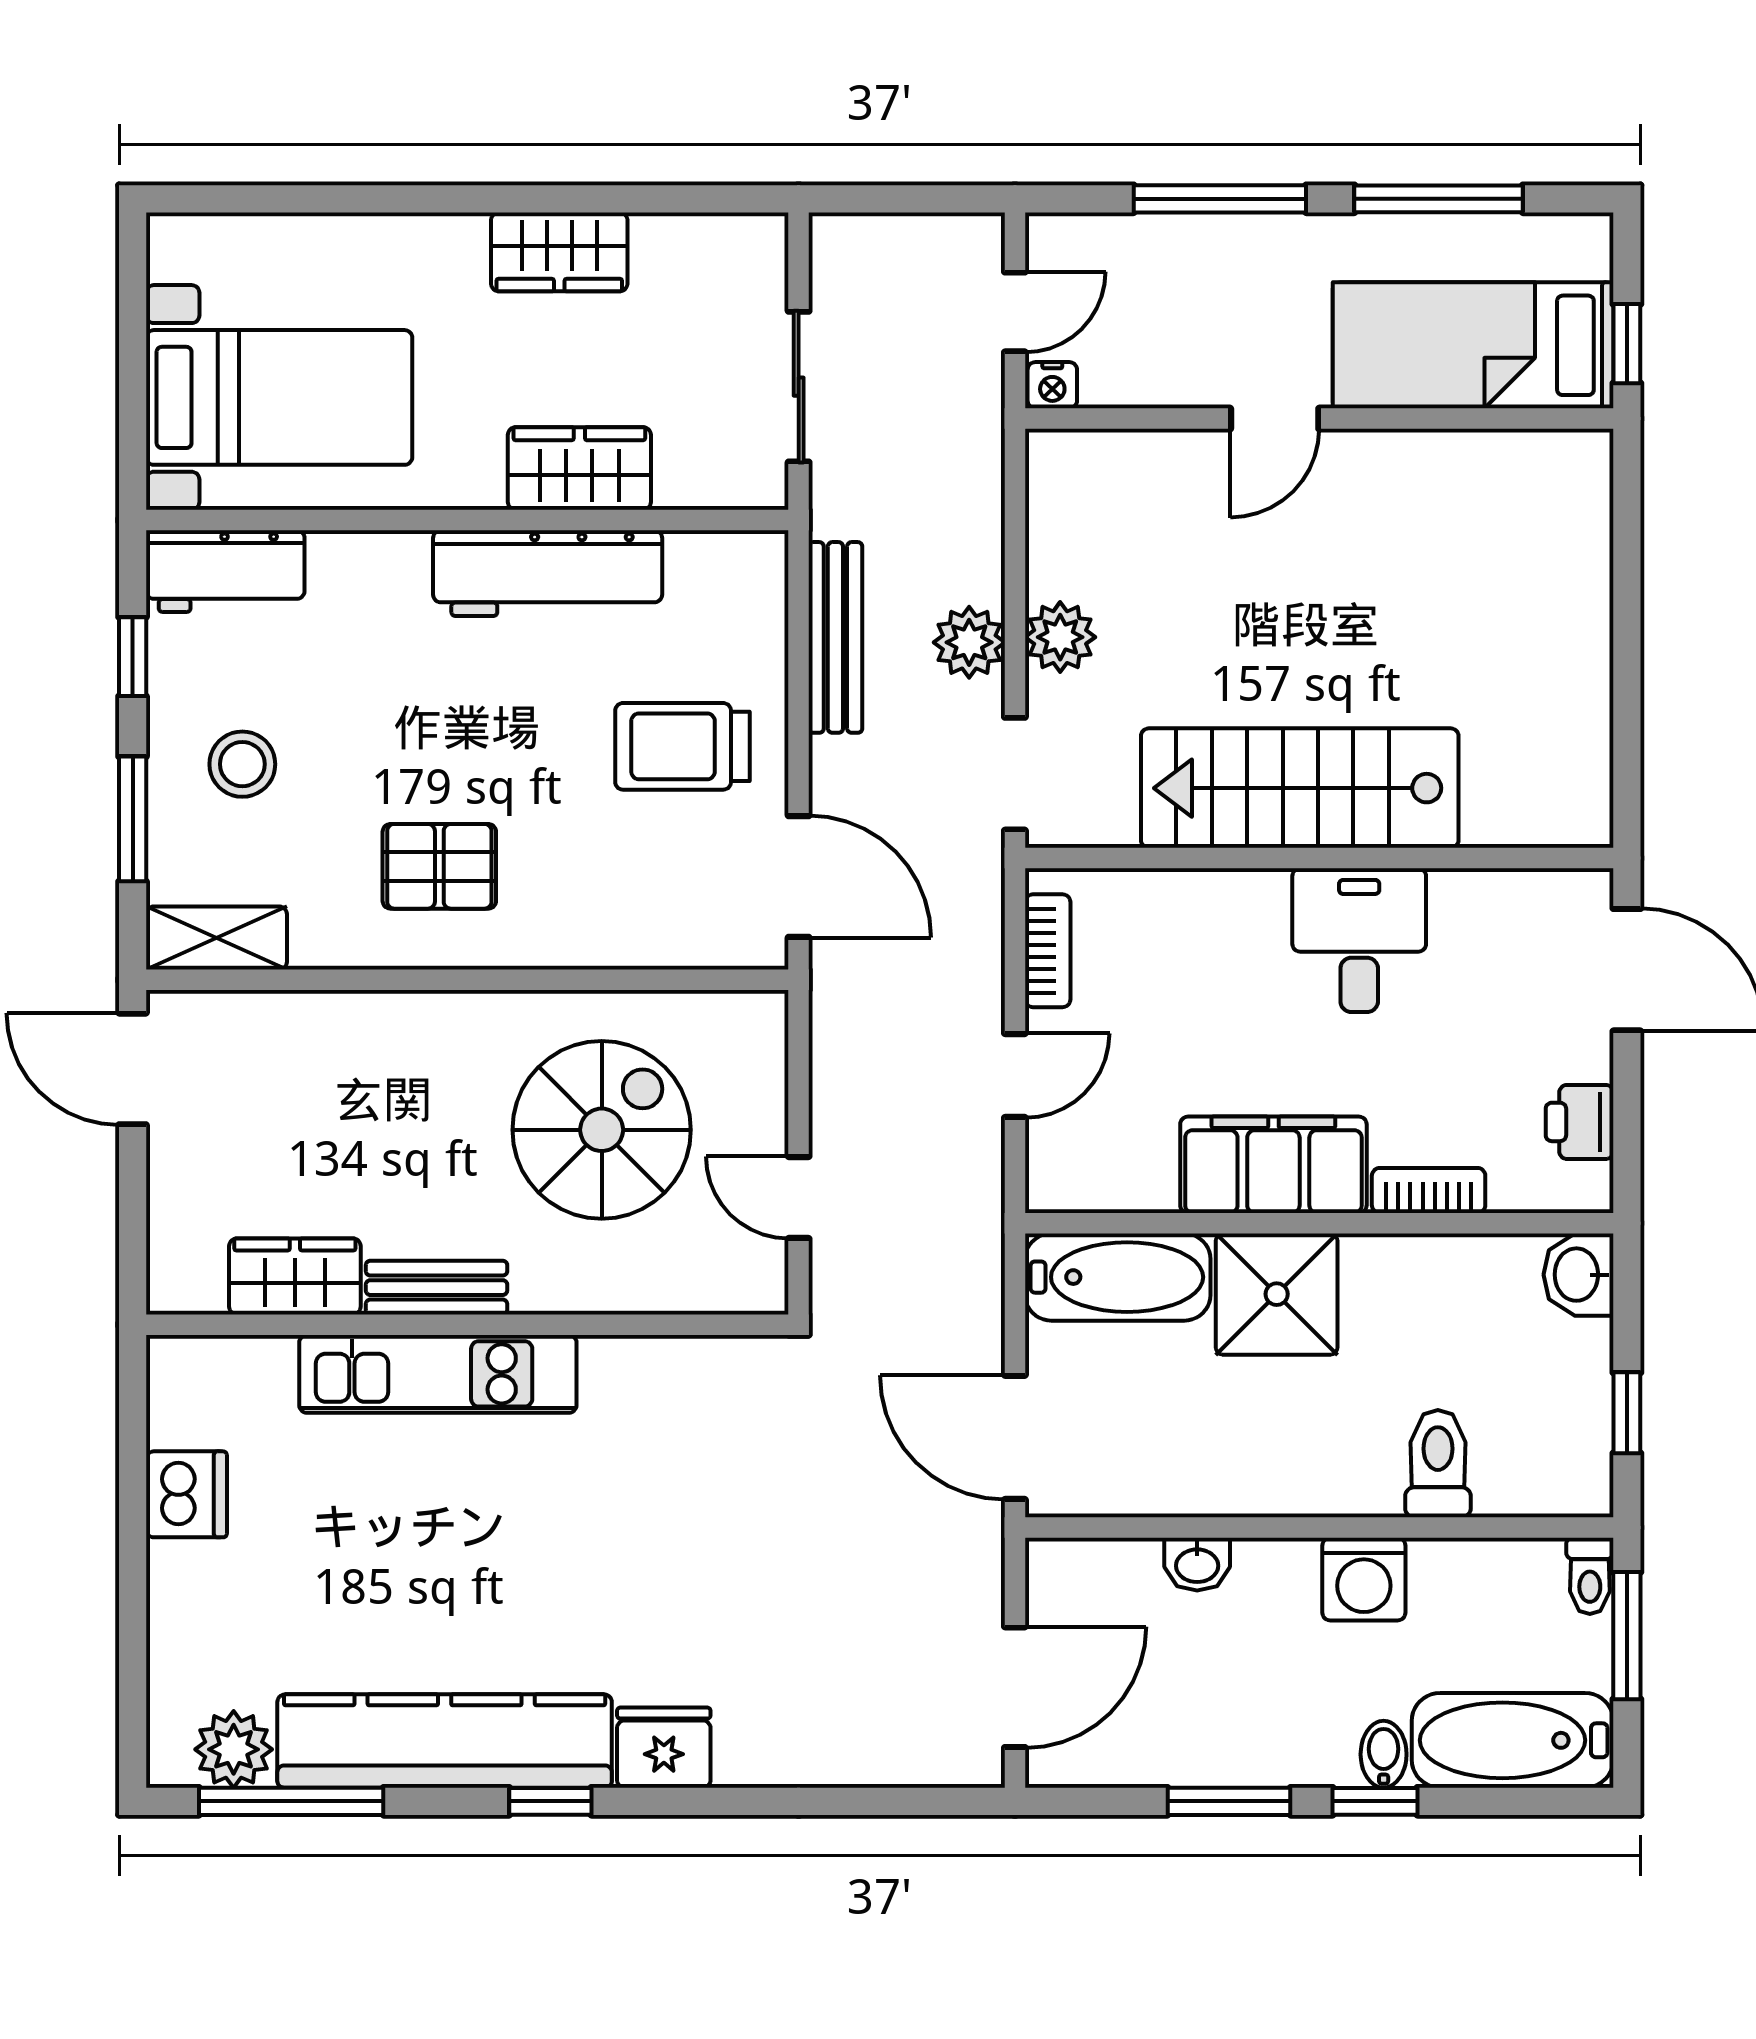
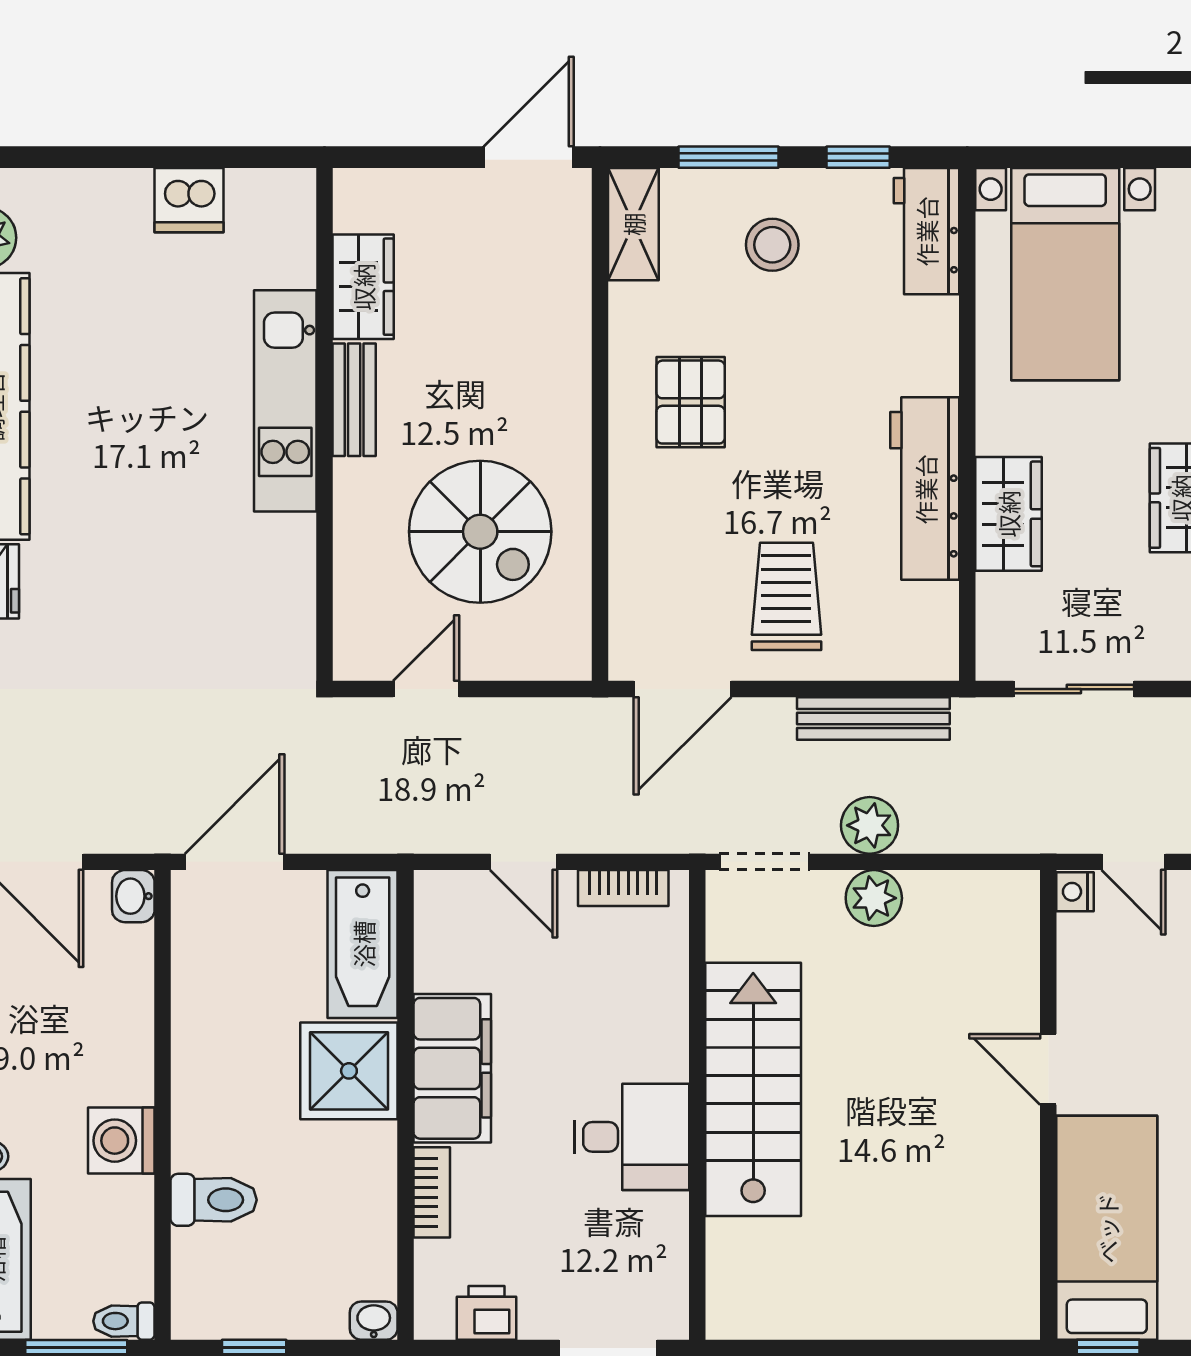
washbasin: (1578, 1275) -> (374, 1321), width x0.72, depth x0.69
washbasin: (1197, 1564) -> (133, 896), moved

